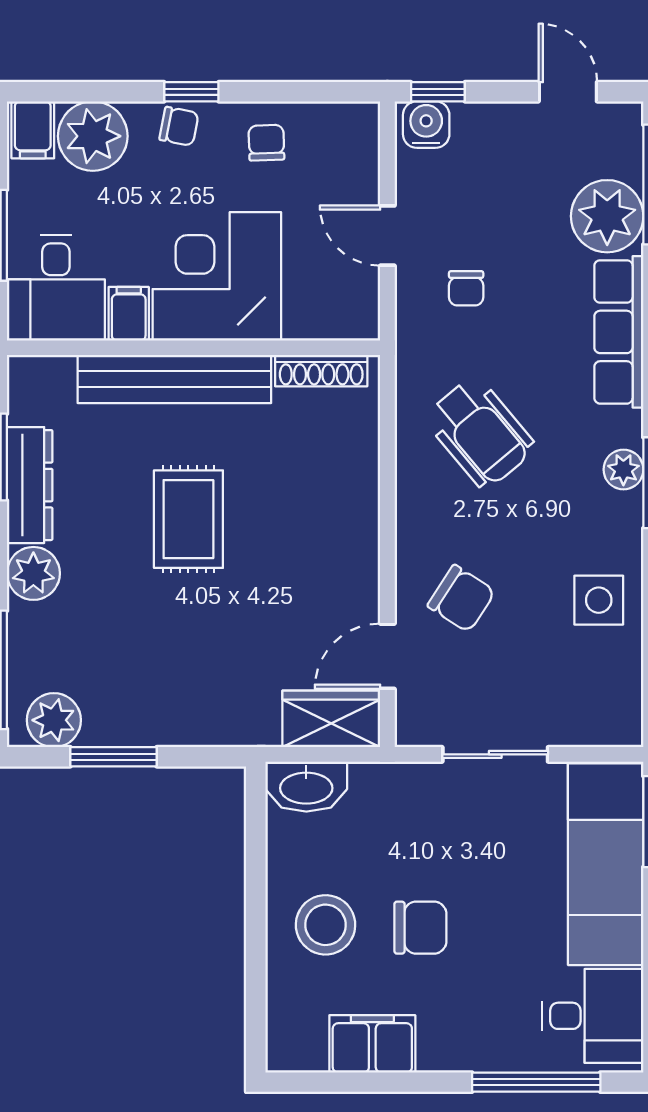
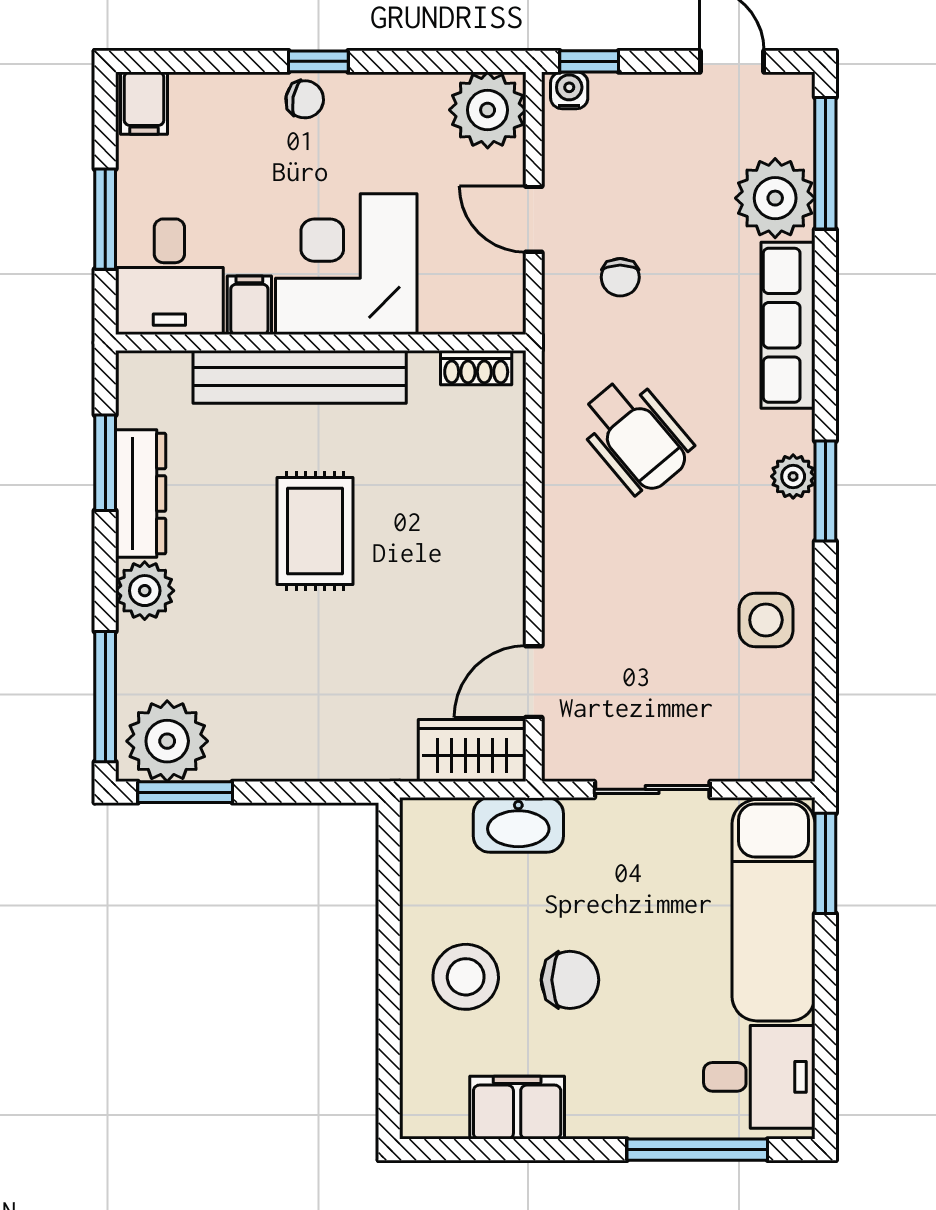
water cooler: (426, 125) -> (569, 90), width x0.72, depth x0.72
plant: (93, 136) -> (488, 110), moved
chair: (266, 143) -> (401, 117), removed
shoe rack: (321, 371) -> (476, 368), width x0.70
chair: (461, 599) -> (615, 618), removed
plant: (54, 720) -> (167, 741), width x1.36, depth x1.36
window: (114, 757) -> (185, 792), moved
washbasin: (306, 787) -> (518, 825), moved

